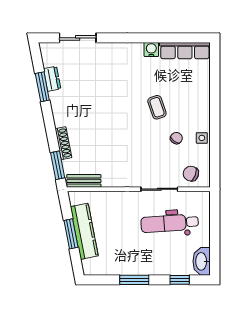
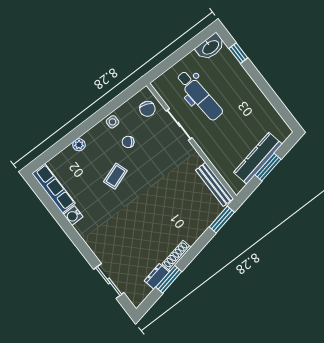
plant: (204, 97) -> (79, 145), added
shoe rack: (63, 143) -> (177, 256), moved
bench: (84, 181) -> (214, 184), width x1.36
window: (134, 280) -> (266, 89), removed

